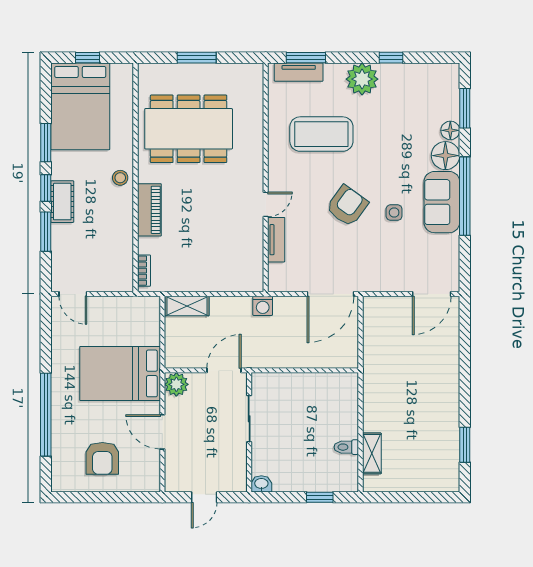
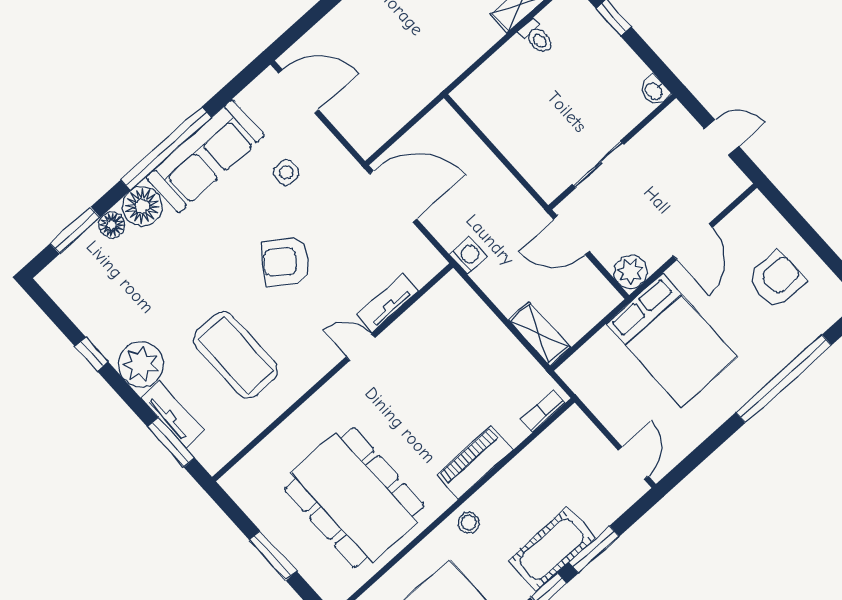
tv unit: (299, 72) -> (173, 414), moved
cot: (62, 202) -> (552, 549), width x1.37, depth x1.34
sofa: (442, 202) -> (205, 156), width x1.36
side table: (394, 213) -> (286, 172), moved

